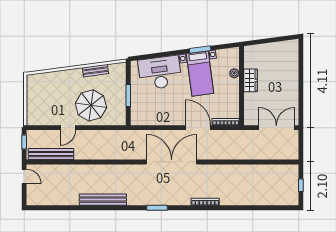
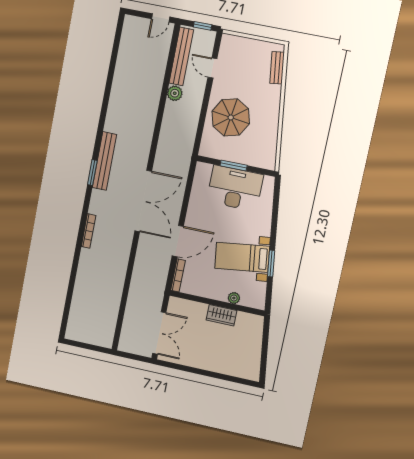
bench: (95, 71) -> (277, 68), moved
desk: (160, 73) -> (235, 188), moved, turned -82
door: (68, 128) -> (212, 68), moved
plant: (81, 154) -> (175, 93), added
window: (301, 185) -> (87, 346), removed
bench: (103, 200) -> (104, 161), moved

